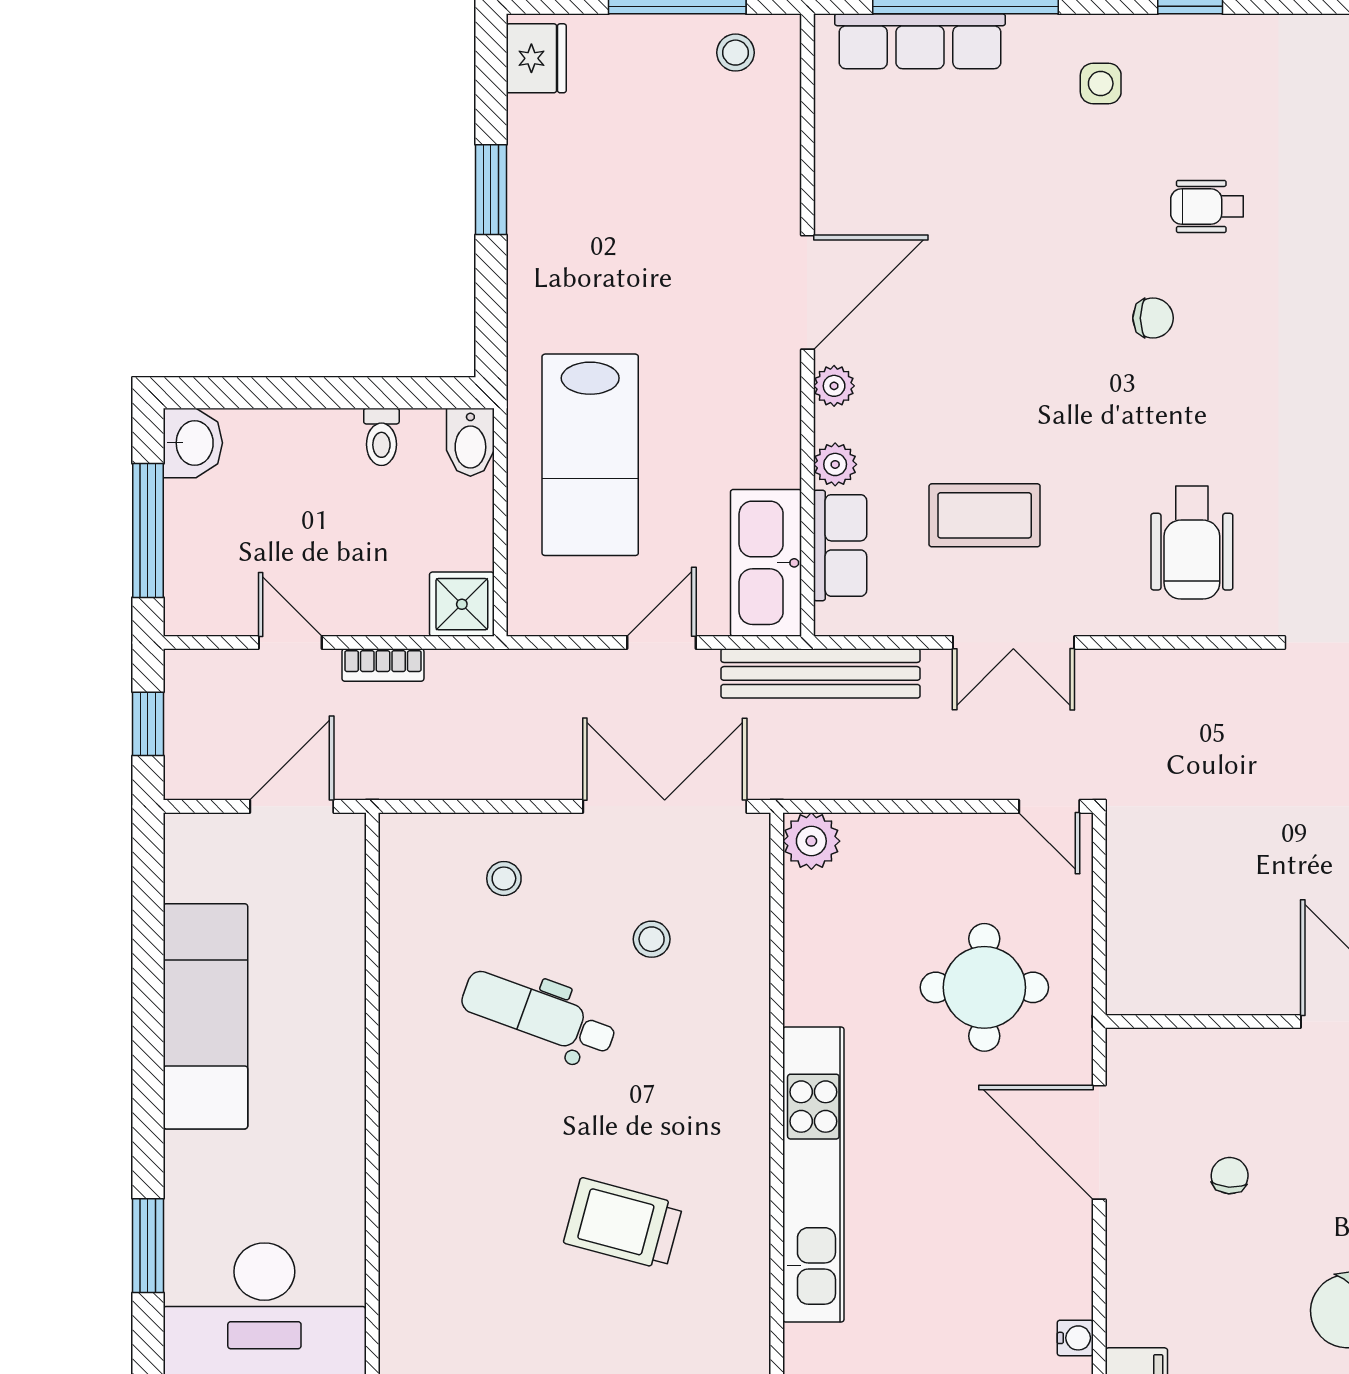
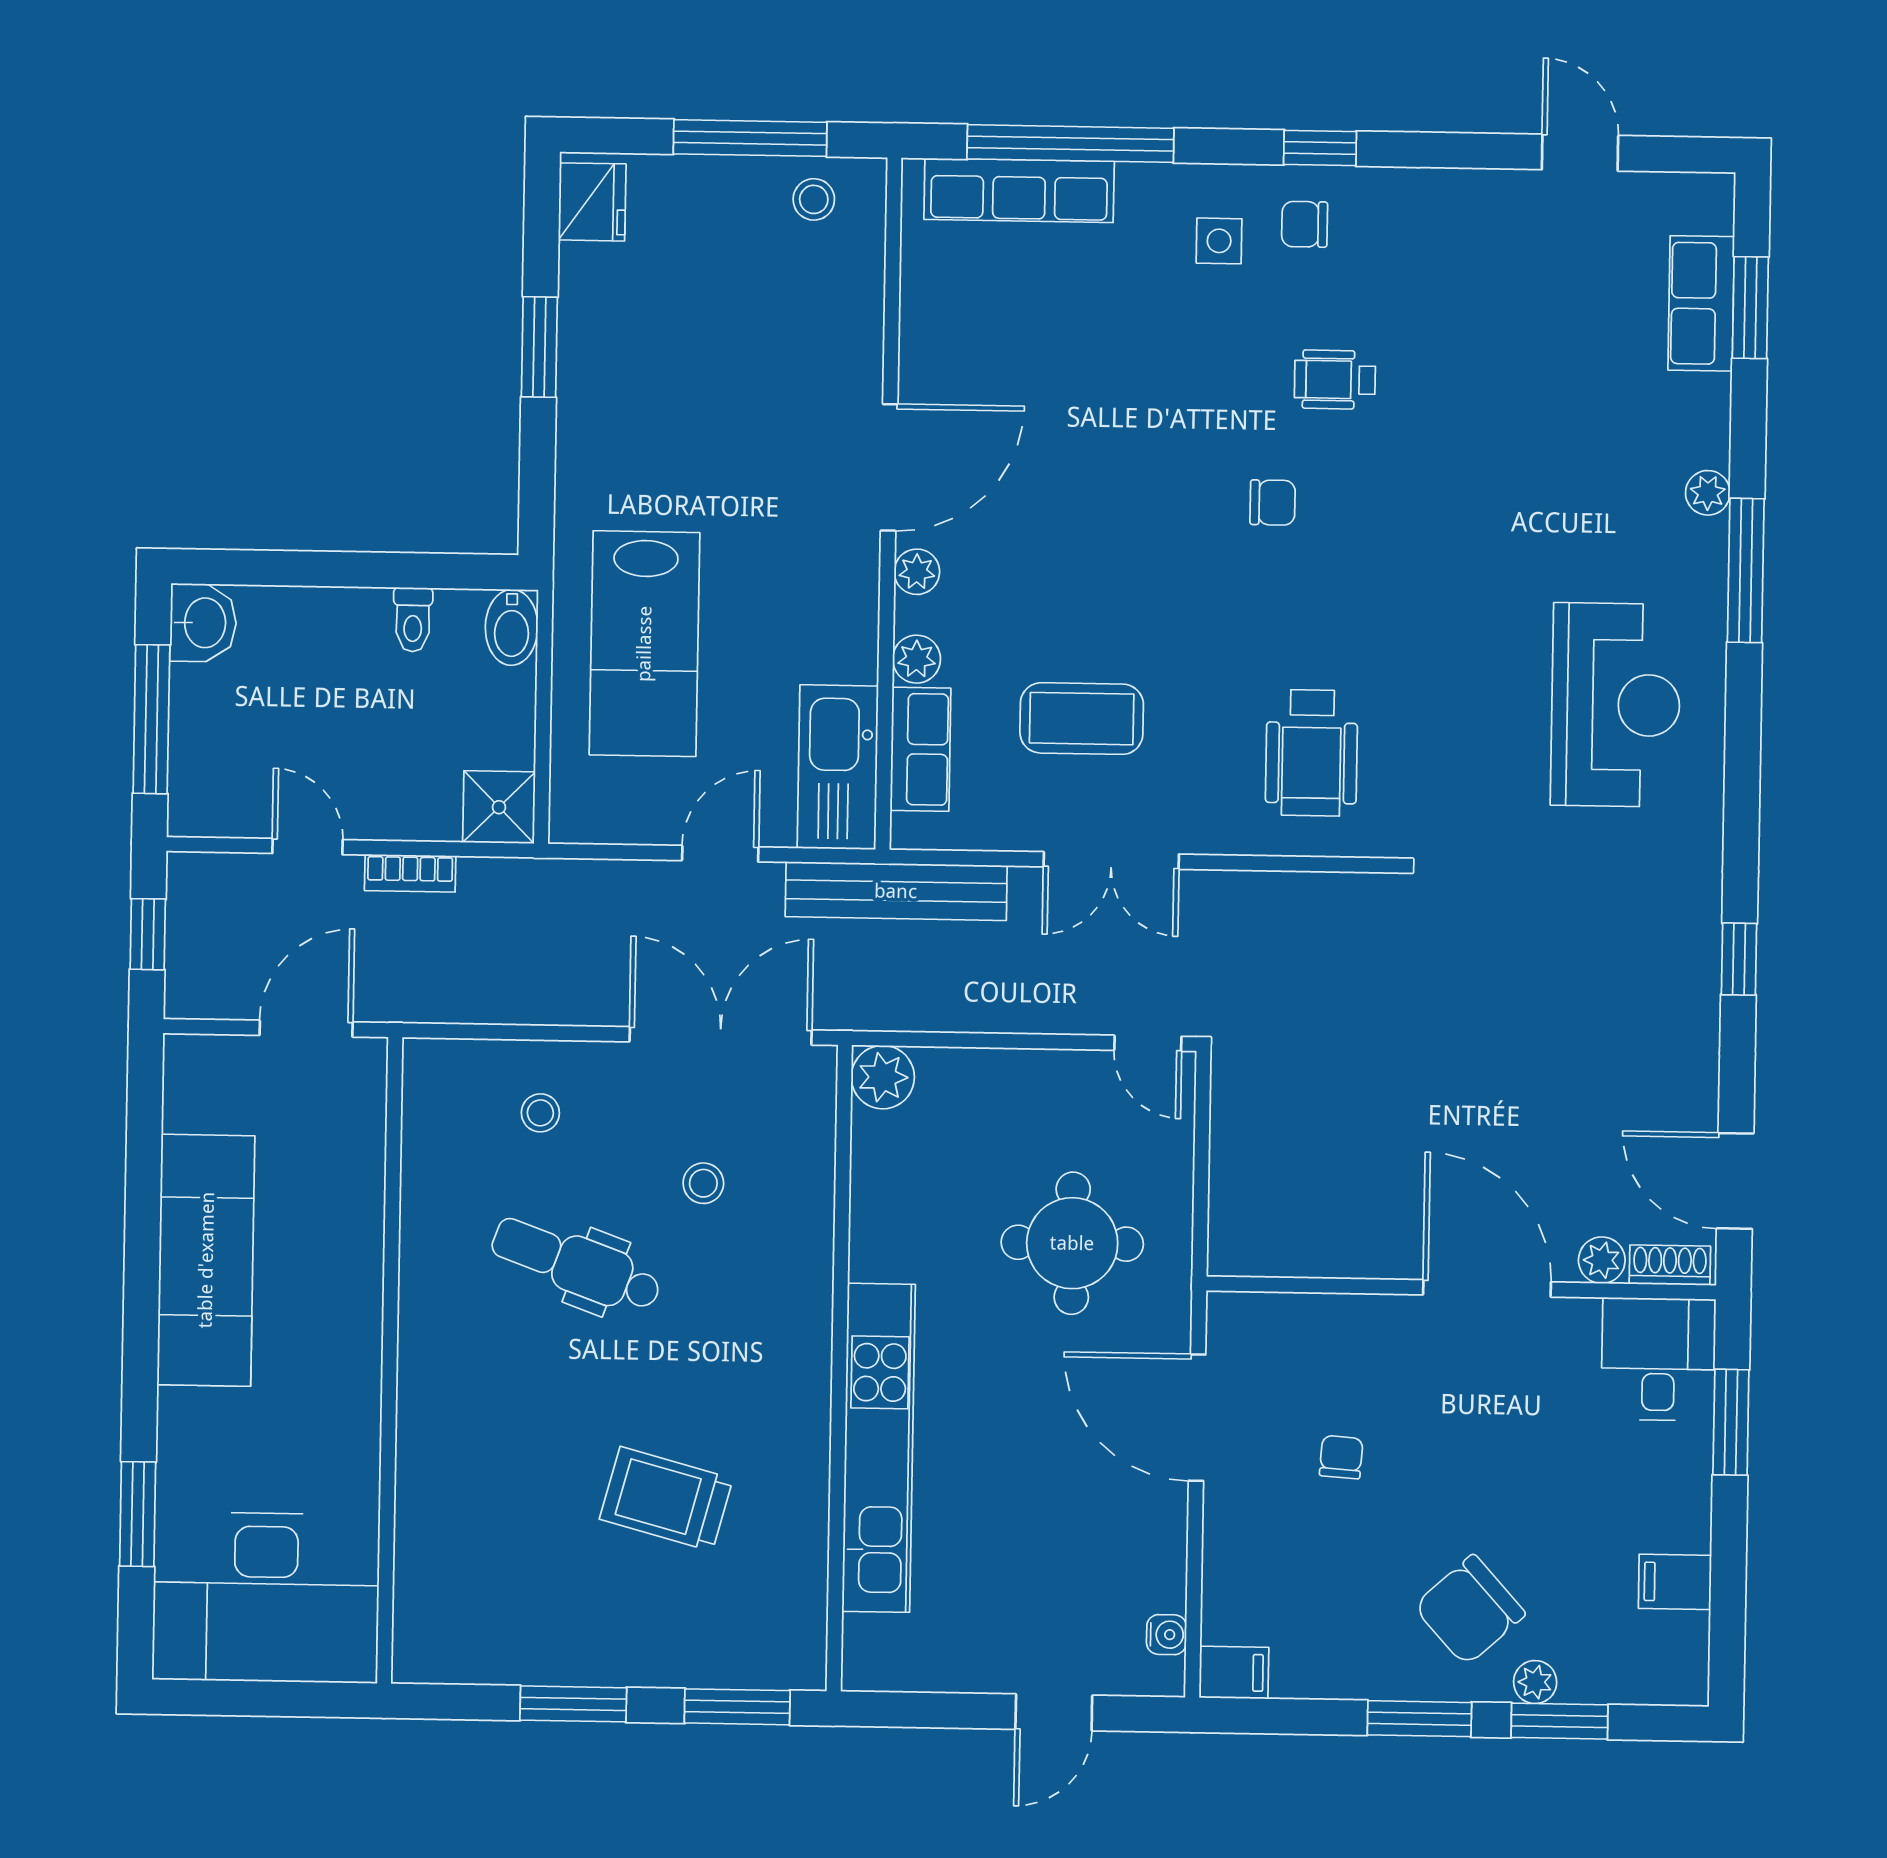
chair: (1177, 67) -> (1305, 224), added

